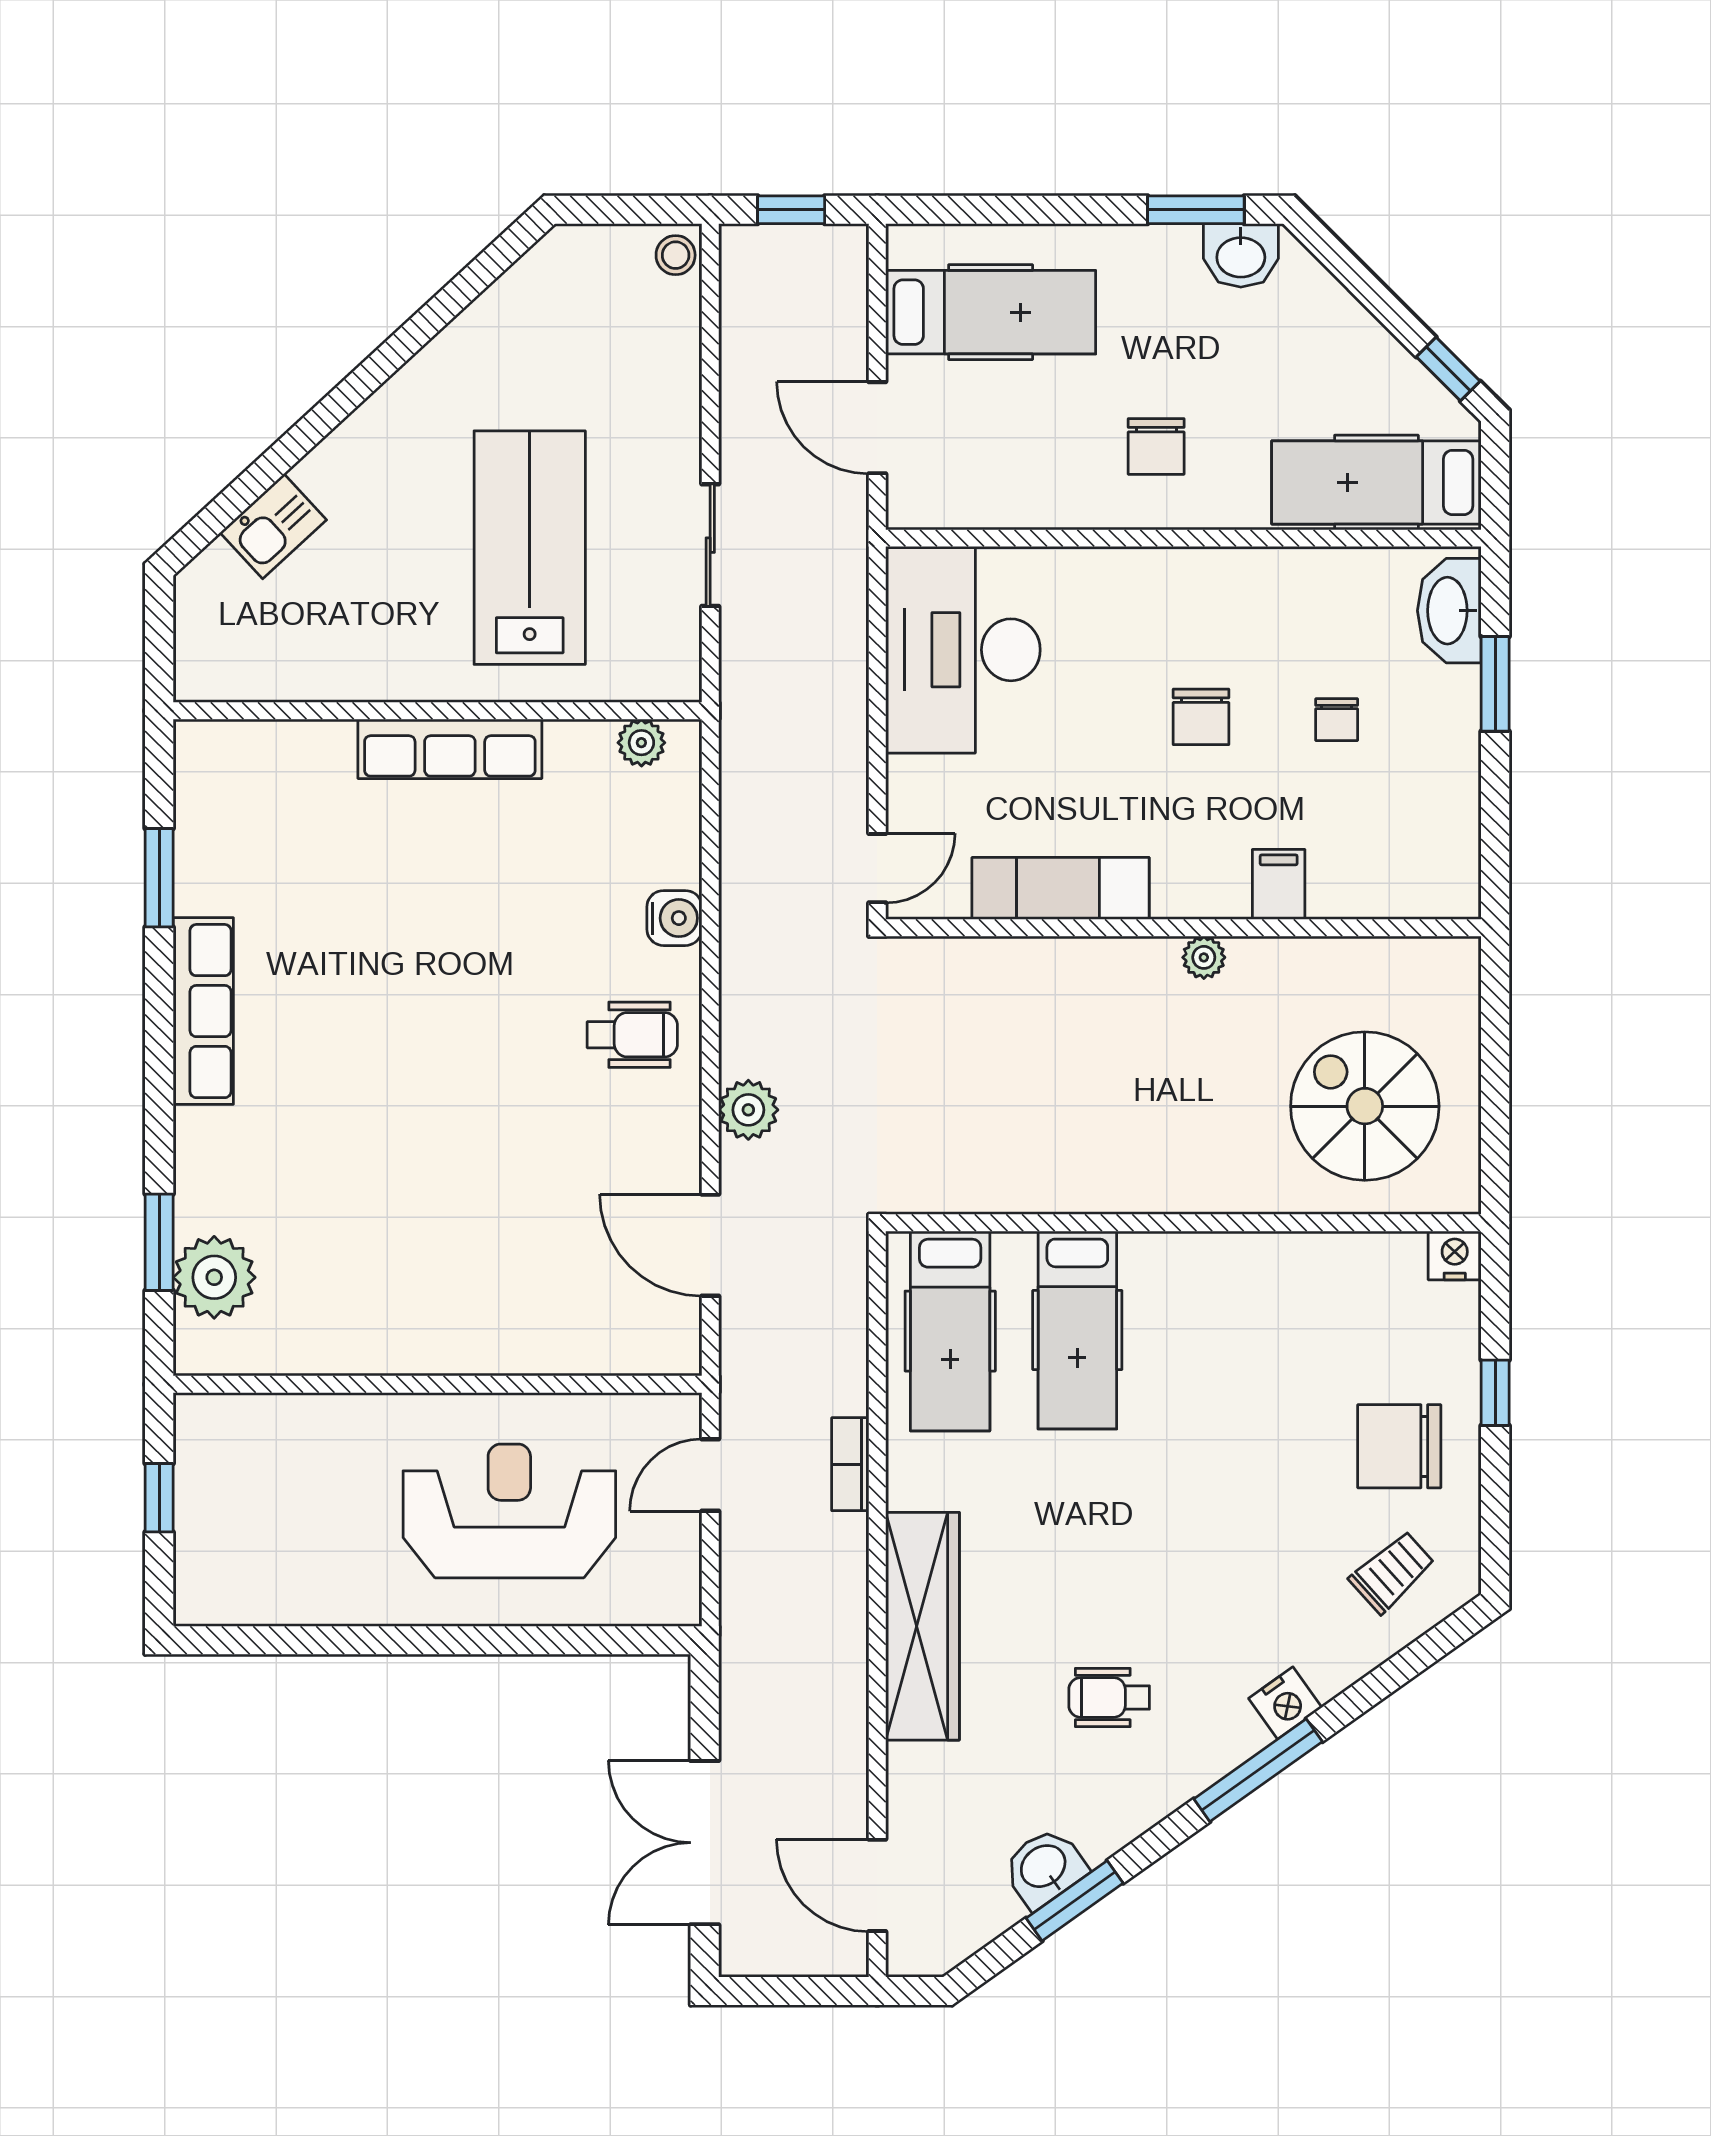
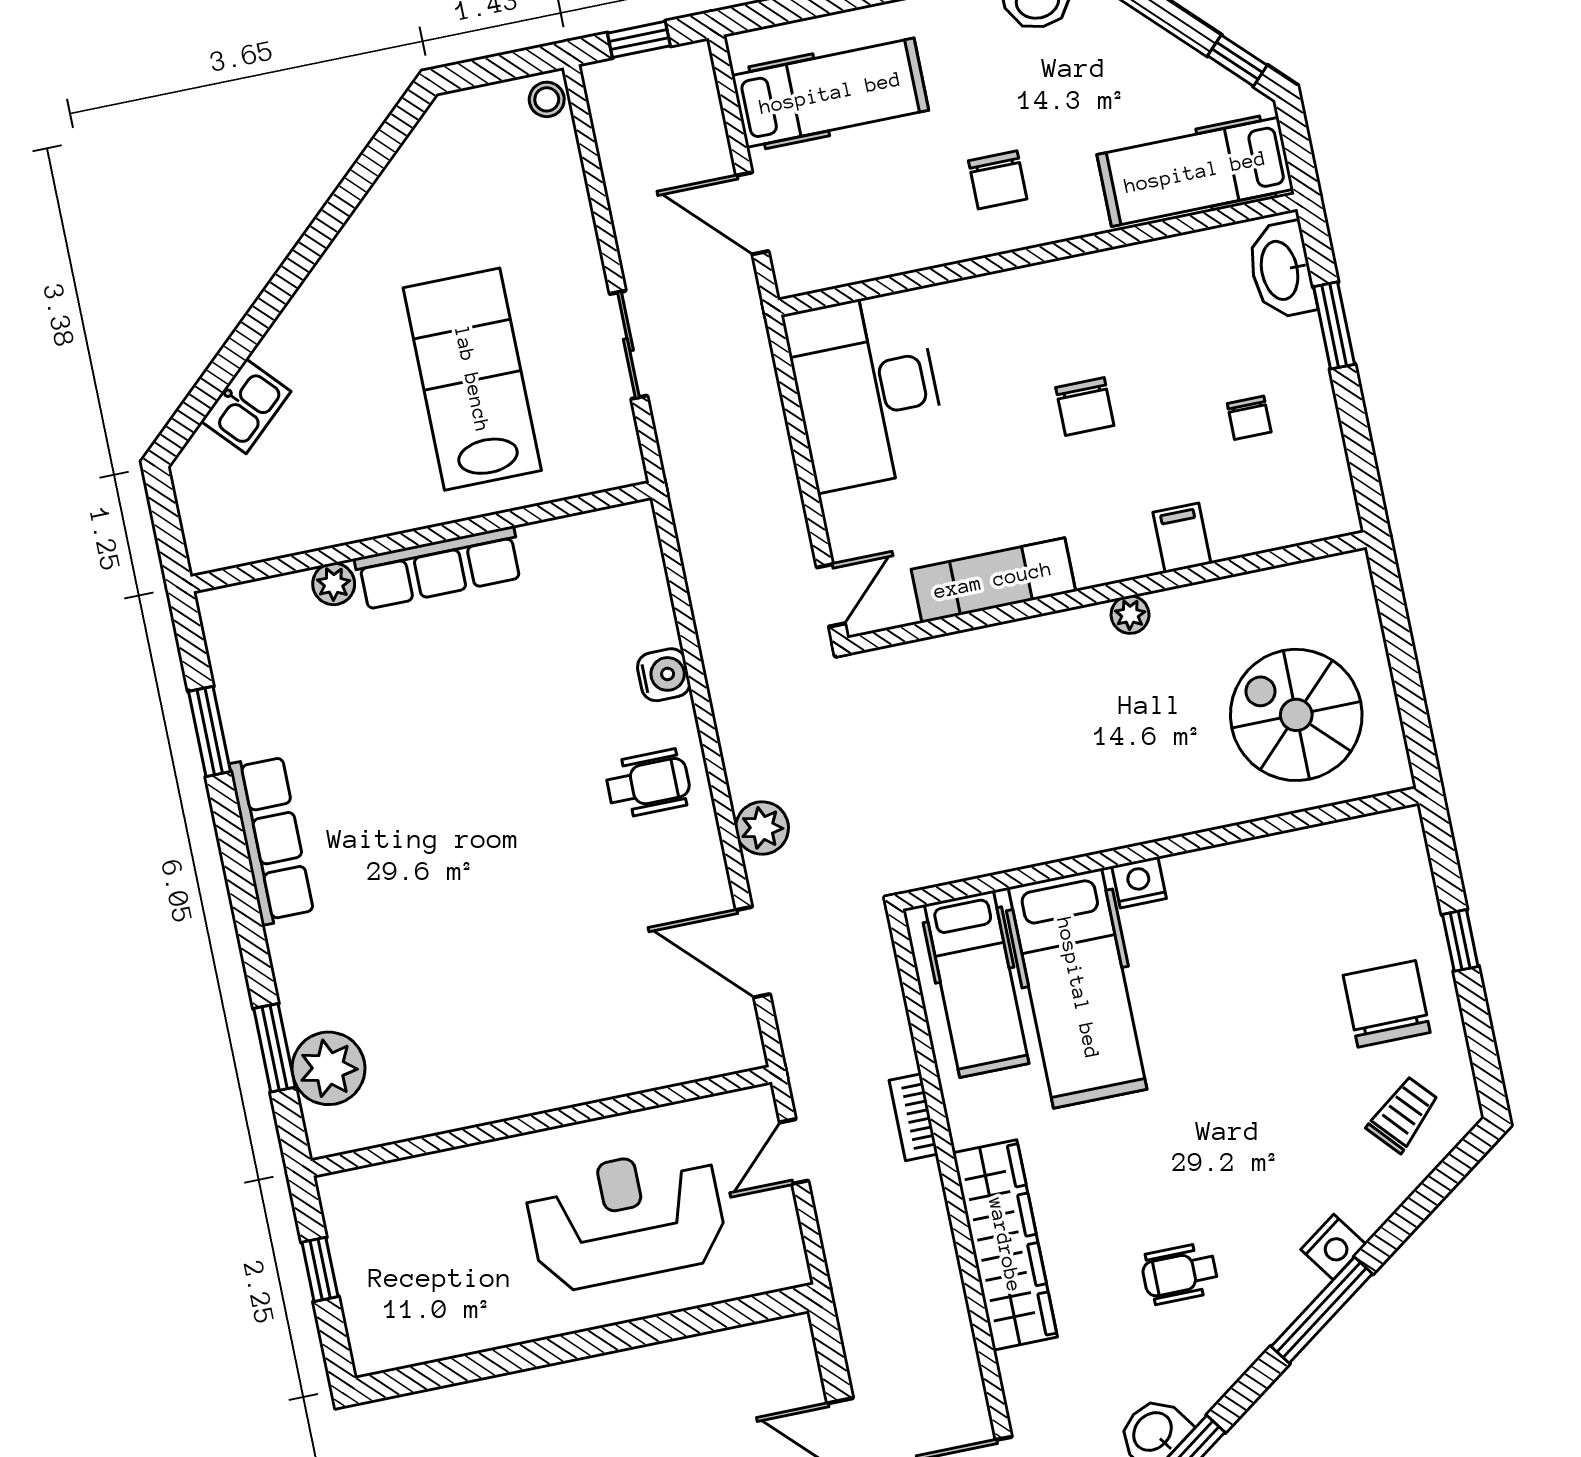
chair: (1337, 720) -> (1249, 418), moved
plant: (641, 743) -> (334, 584), moved
nightstand: (1455, 1256) -> (1139, 882), moved
hospital bed: (1077, 1330) -> (1078, 988), width x1.37, depth x1.29
chair: (1399, 1446) -> (1387, 1004), turned 90

